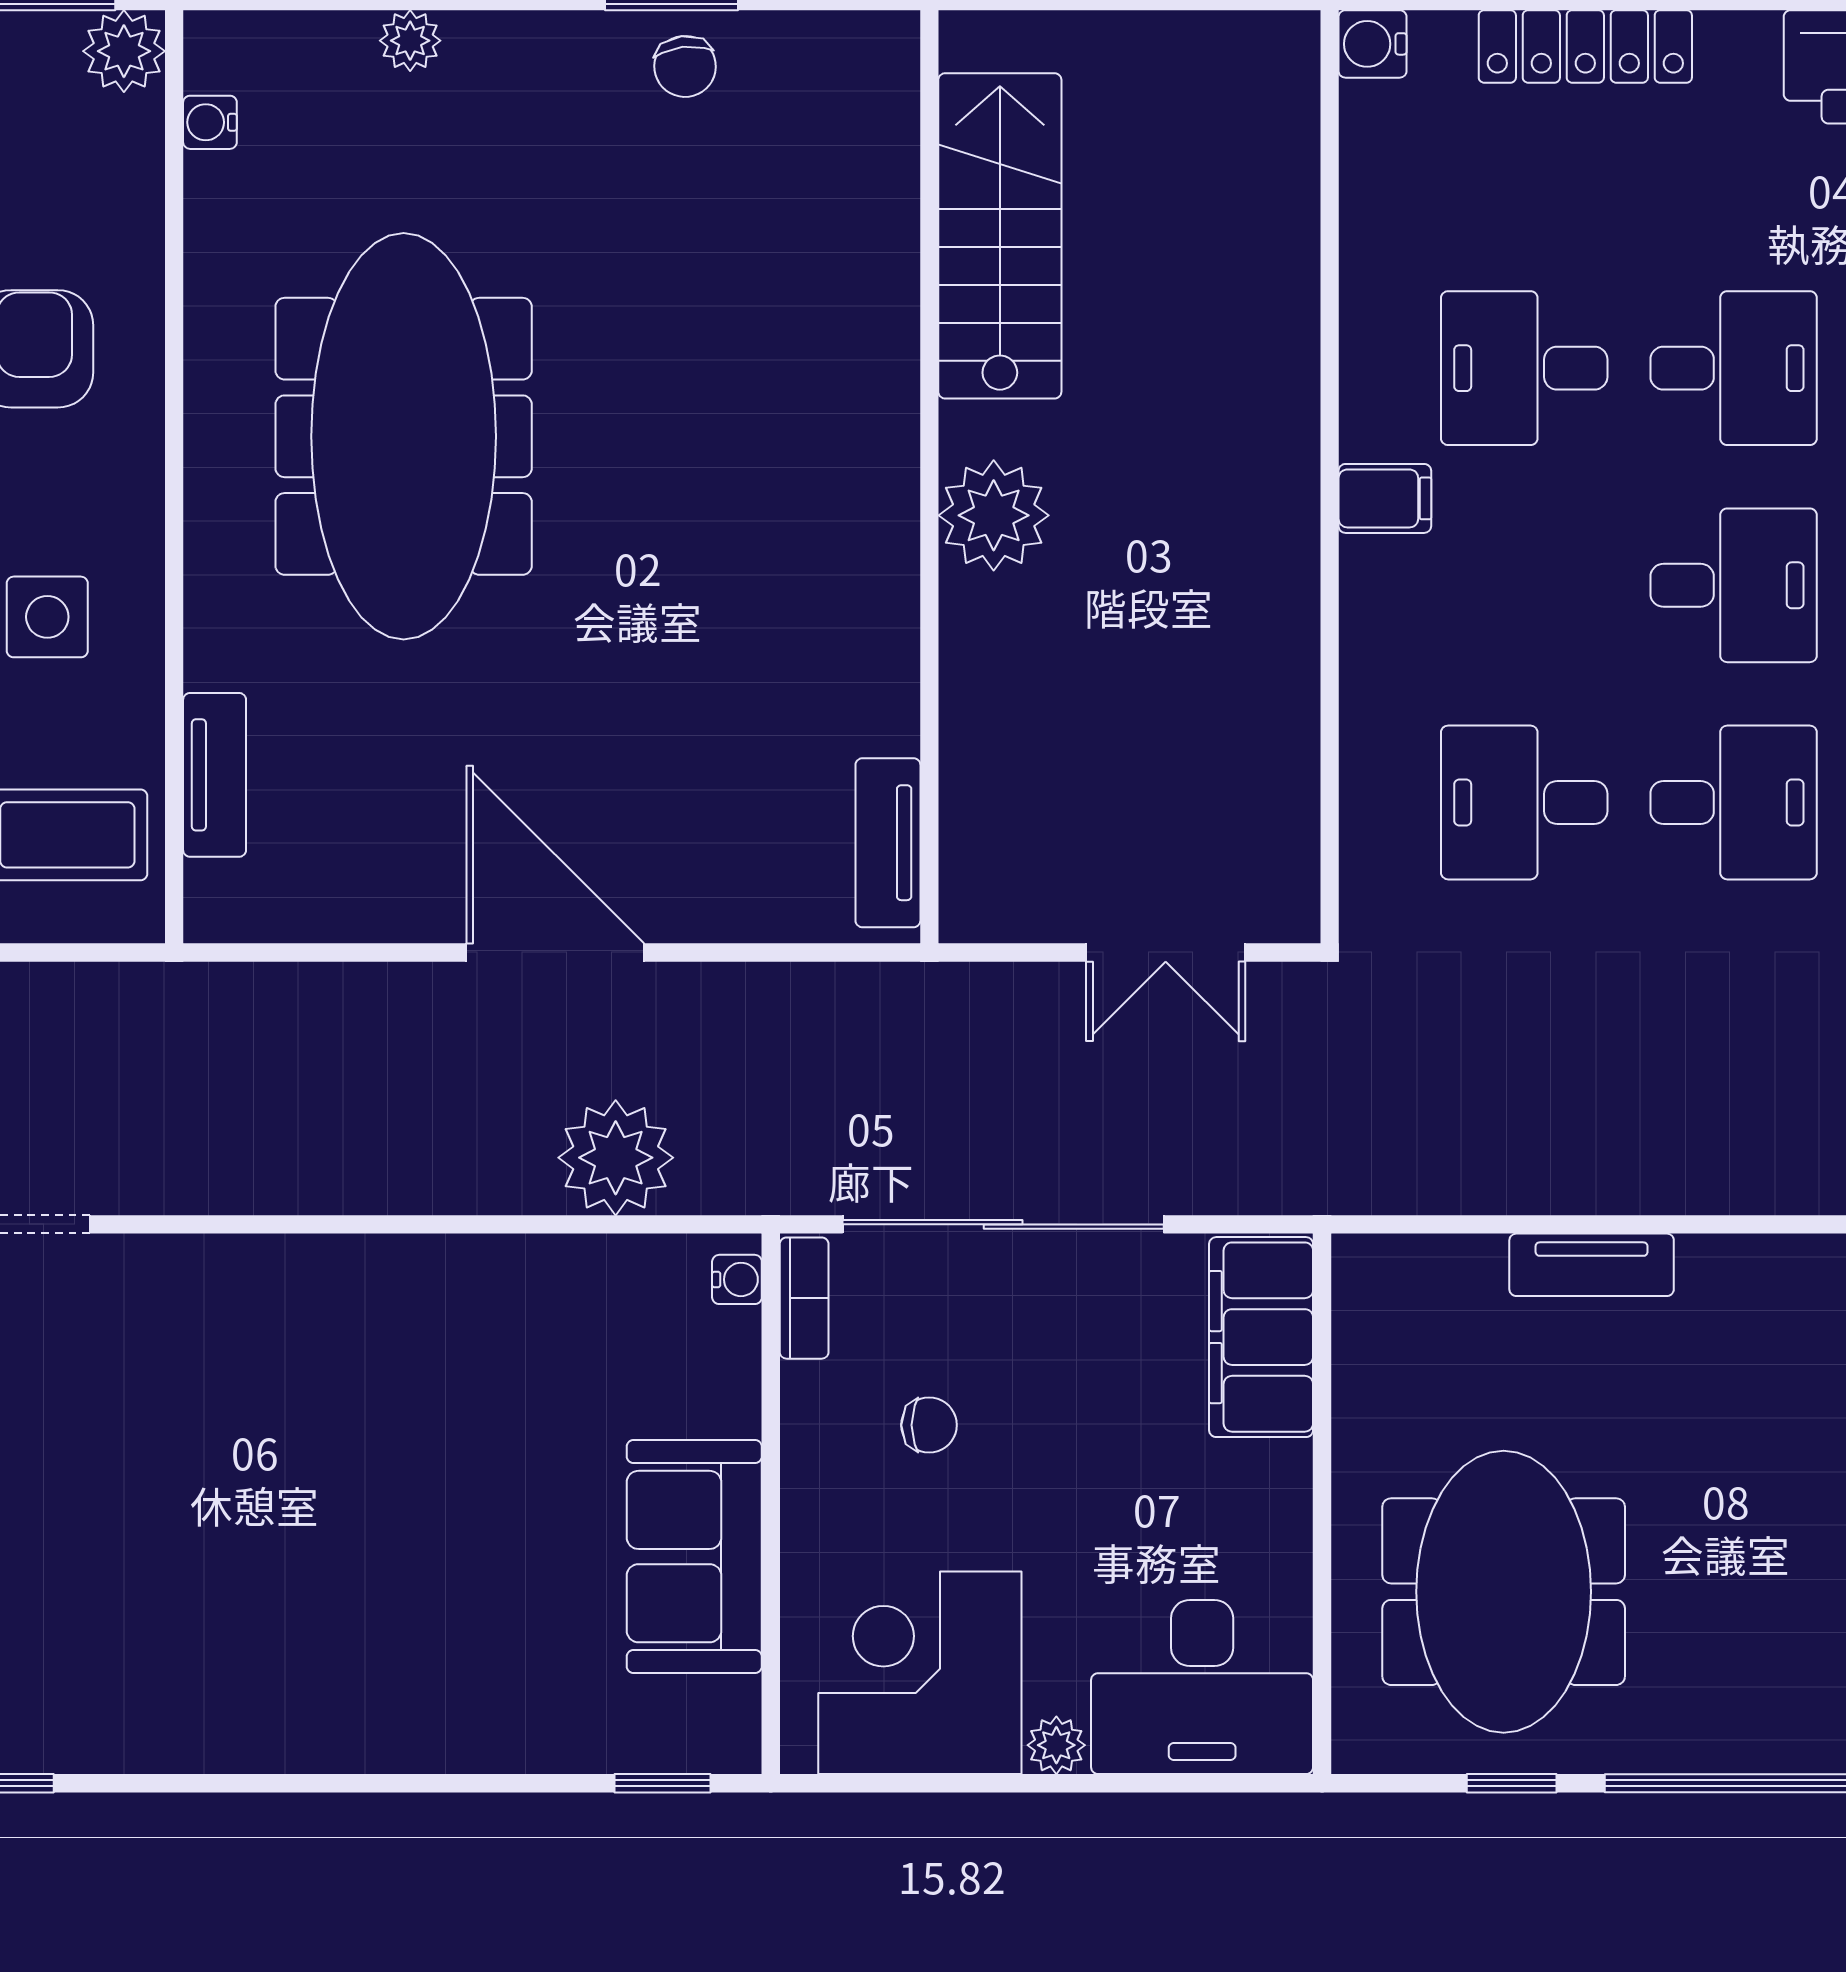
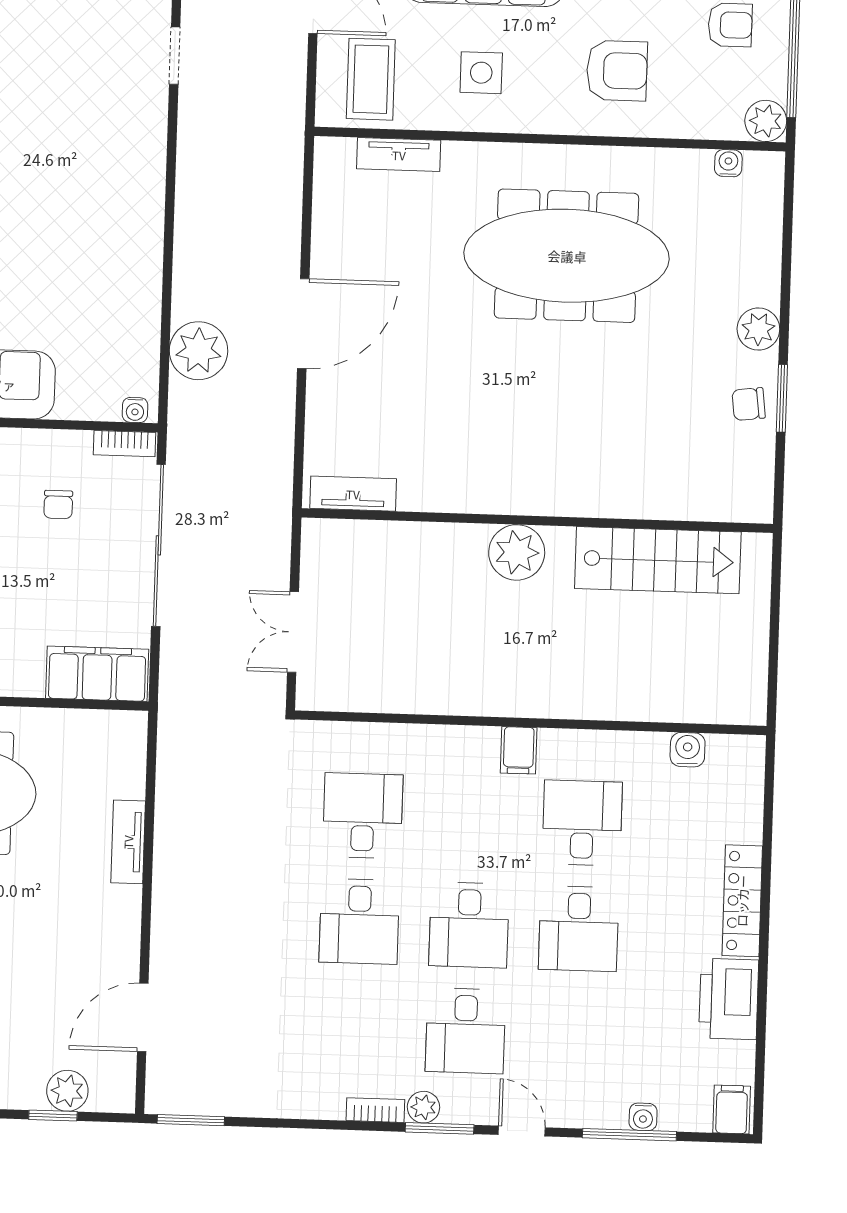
plant: (410, 41) -> (758, 329), moved, width x1.38, depth x1.38
water cooler: (1373, 44) -> (688, 750), moved
locker: (1585, 46) -> (742, 901), moved

